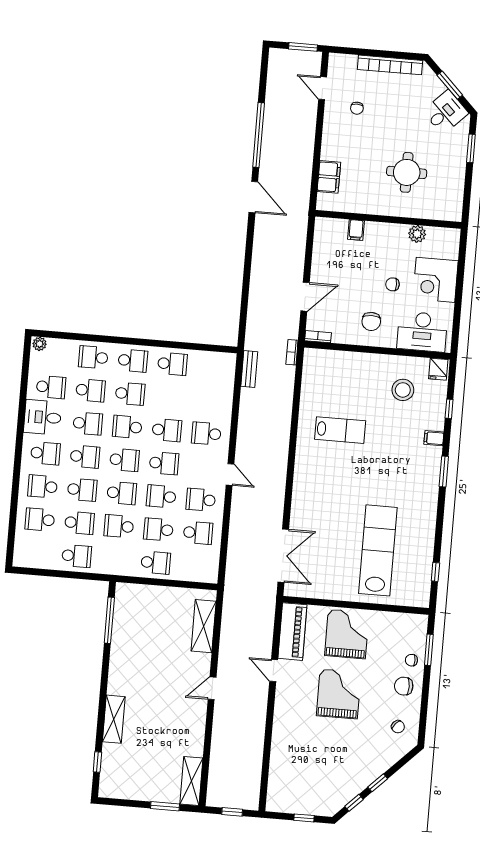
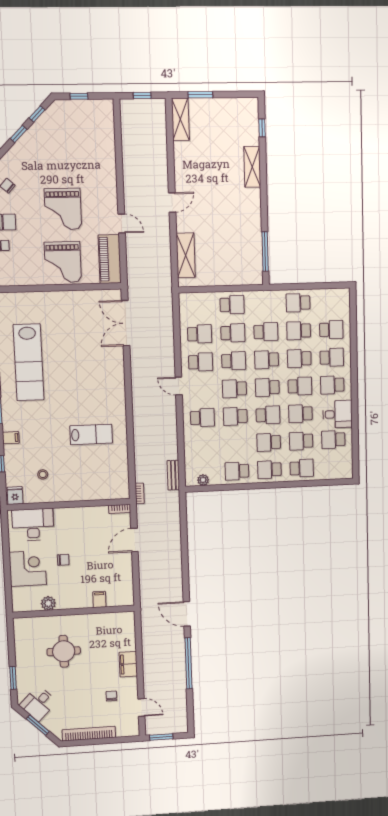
filing cabinet: (329, 177) -> (128, 664), moved
chair: (371, 321) -> (77, 527), removed
plant: (40, 344) -> (203, 480), moved
stool: (403, 390) -> (43, 474), width x0.53, depth x0.53
lab bench: (340, 430) -> (91, 434), turned 180
school desk: (85, 457) -> (300, 386), turned 180
school desk: (198, 533) -> (200, 334), turned 180
lab bench: (378, 550) -> (29, 362), moved
school desk: (156, 563) -> (232, 305), turned 180

